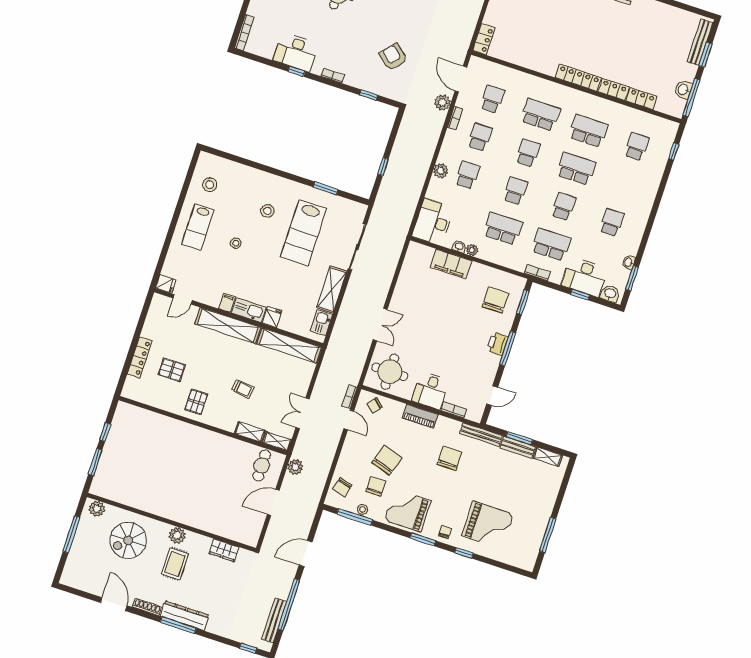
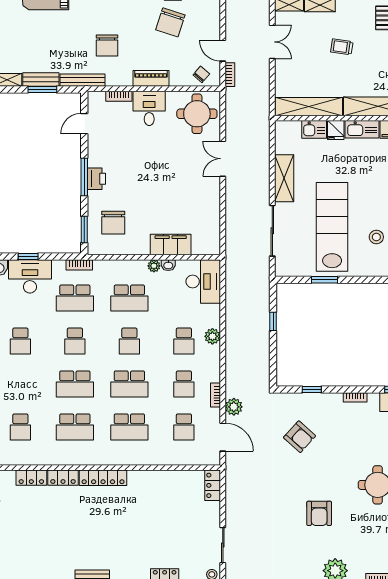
school desk: (528, 153) -> (129, 384), width x1.85
lab bench: (303, 233) -> (332, 227), width x1.36
kitchen sink: (321, 323) -> (314, 129), moved, turned 90

